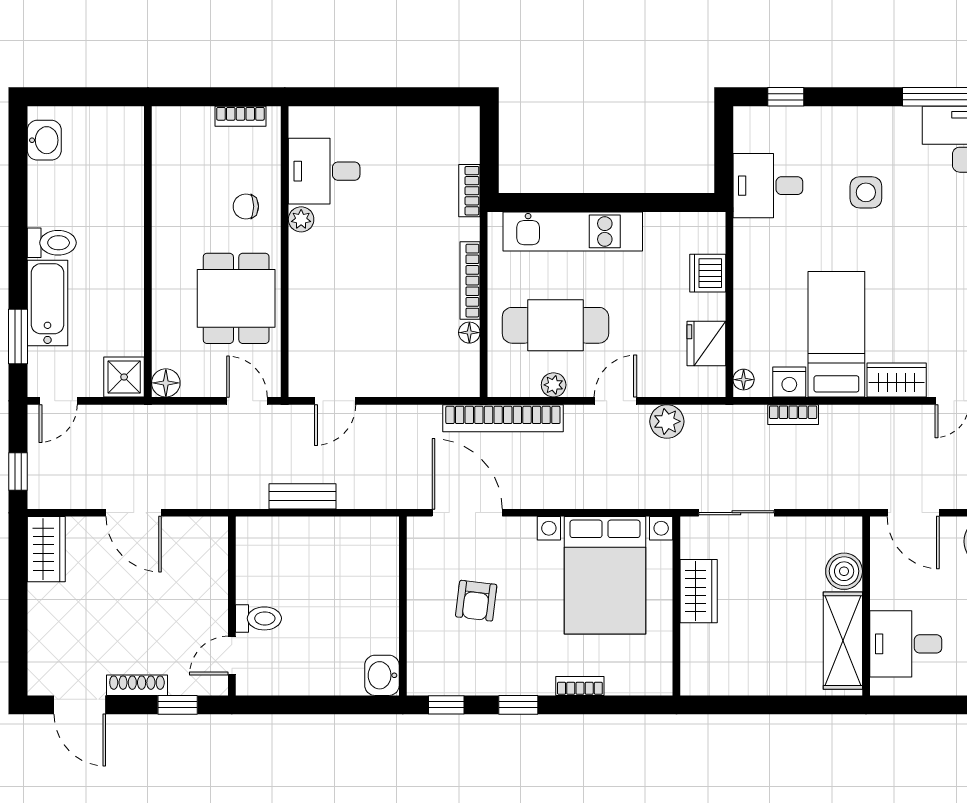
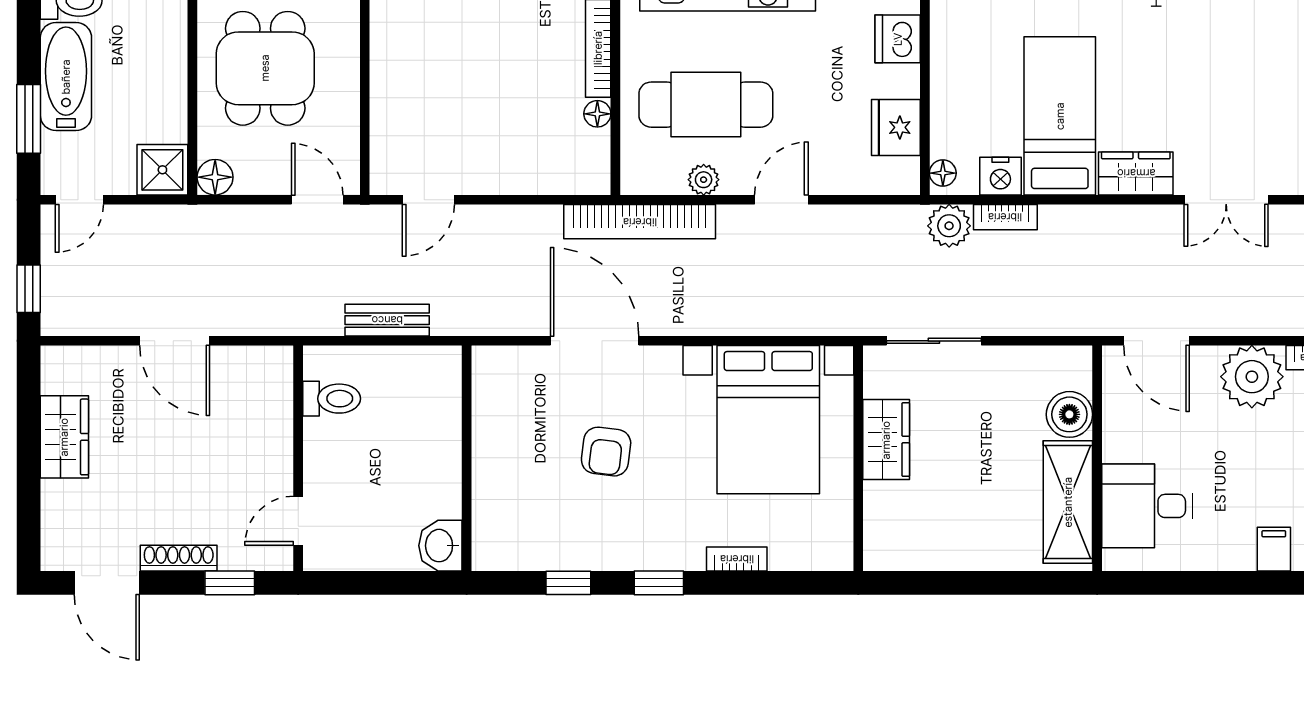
dining table: (236, 298) -> (265, 68), moved
plant: (667, 421) -> (949, 226), moved
wardrobe: (46, 549) -> (64, 437), moved
wall: (403, 606) -> (467, 458), moved
toilet: (258, 618) -> (332, 399), moved
washbasin: (382, 675) -> (440, 546), moved

